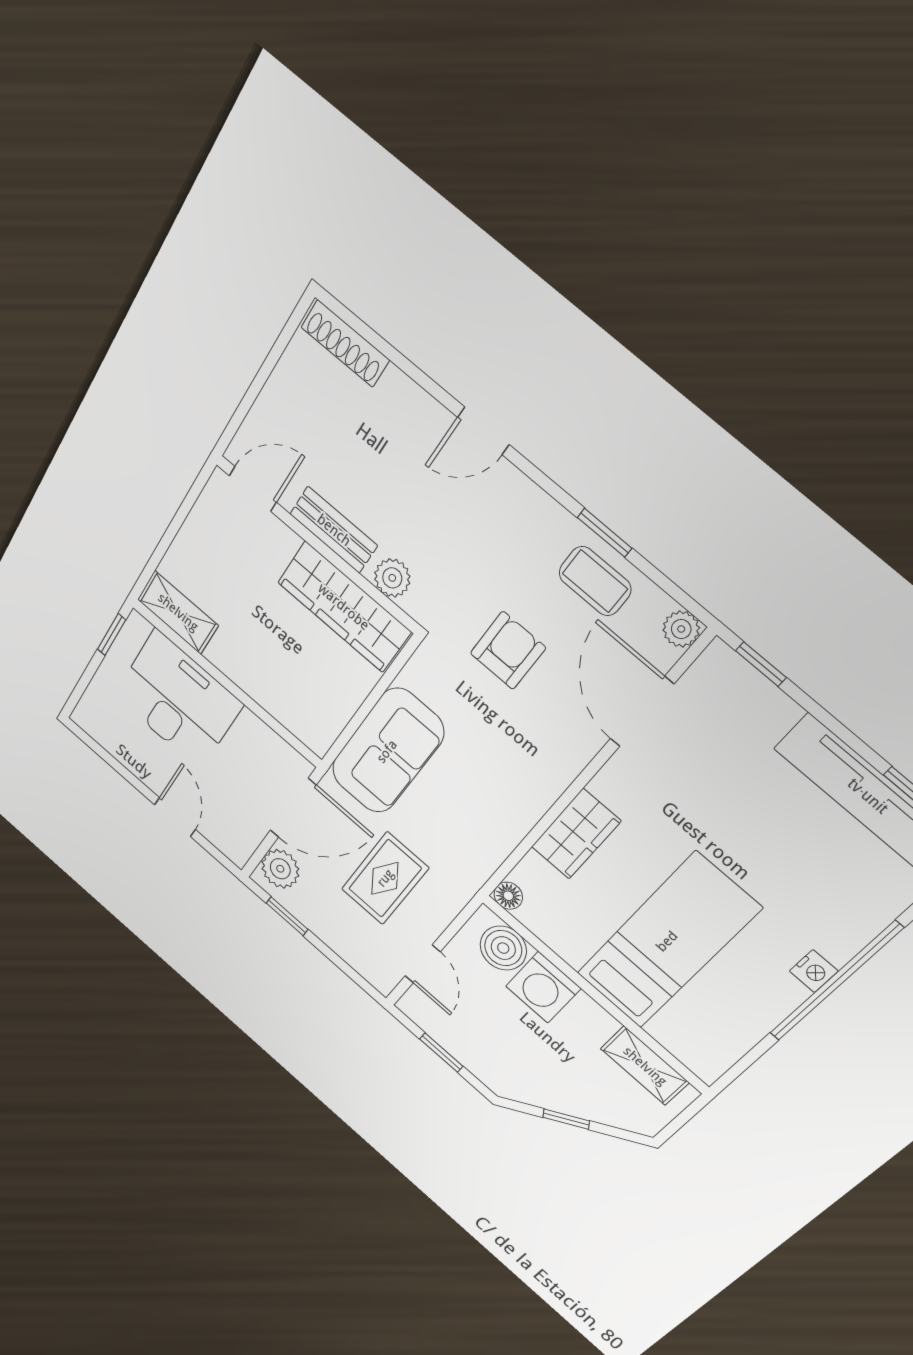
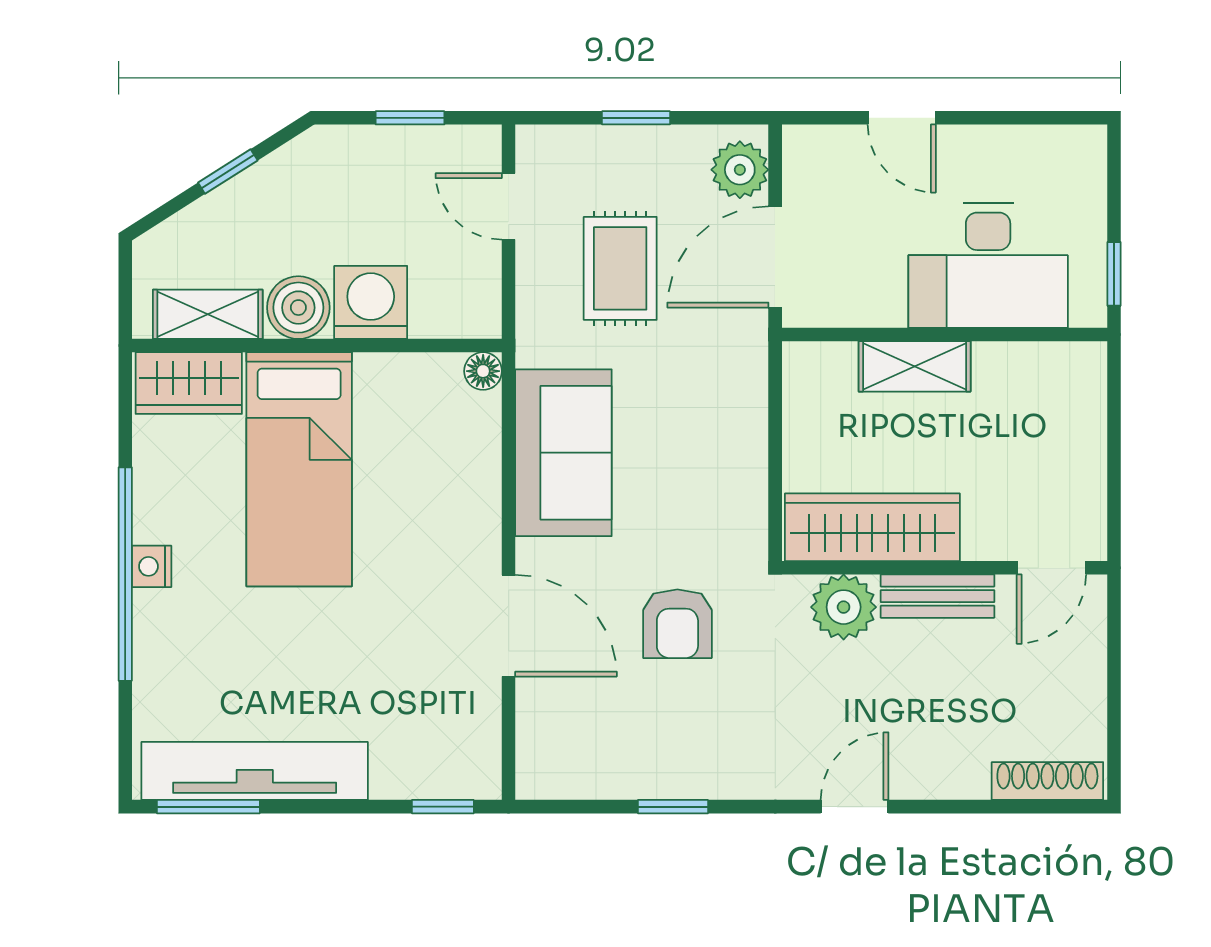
plant: (392, 578) -> (844, 607), width x1.38, depth x1.38
coffee table: (595, 581) -> (647, 757), removed
shelving: (178, 612) -> (915, 366), moved
plant: (681, 629) -> (536, 779), removed
door: (642, 712) -> (509, 626), moved
sofa: (387, 751) -> (563, 453), moved, turned 180
wardrobe: (576, 834) -> (189, 383), moved, turned -90
window: (287, 916) -> (636, 118), moved
boiler: (503, 948) -> (298, 308), moved

